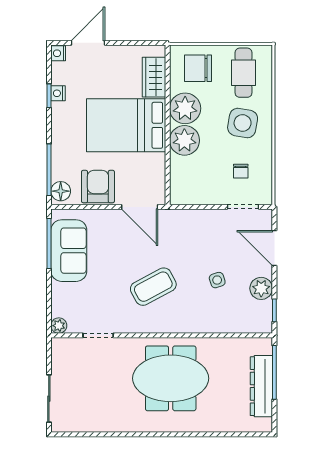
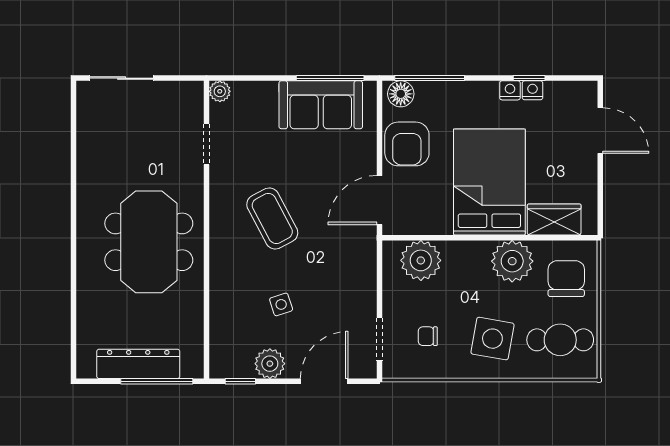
nightstand: (58, 53) -> (510, 90), moved
plant: (184, 140) -> (421, 260), moved
armchair: (98, 187) -> (407, 144), turned 90

